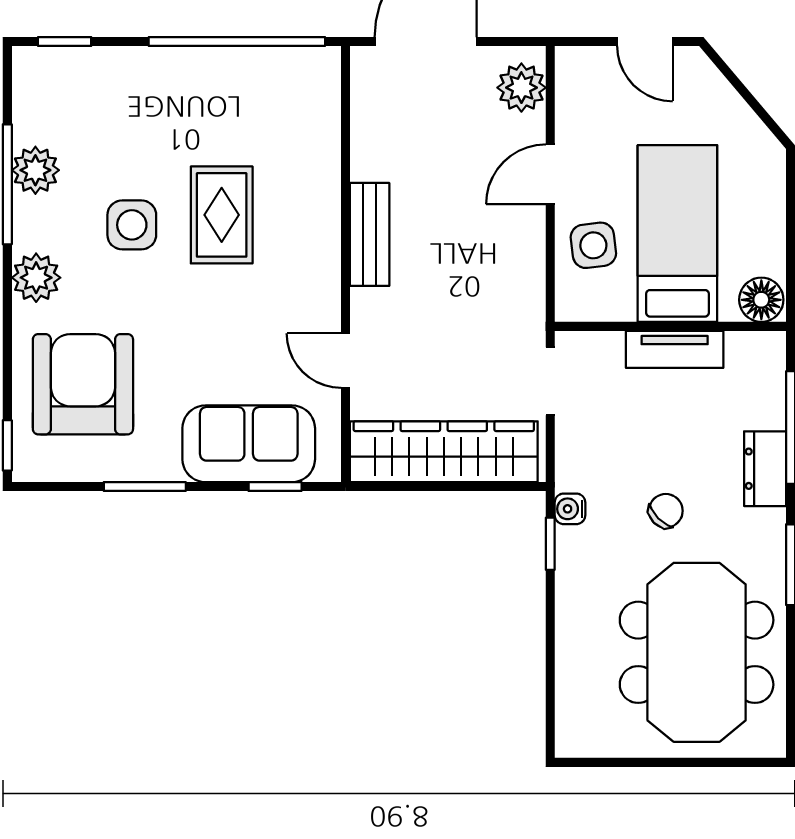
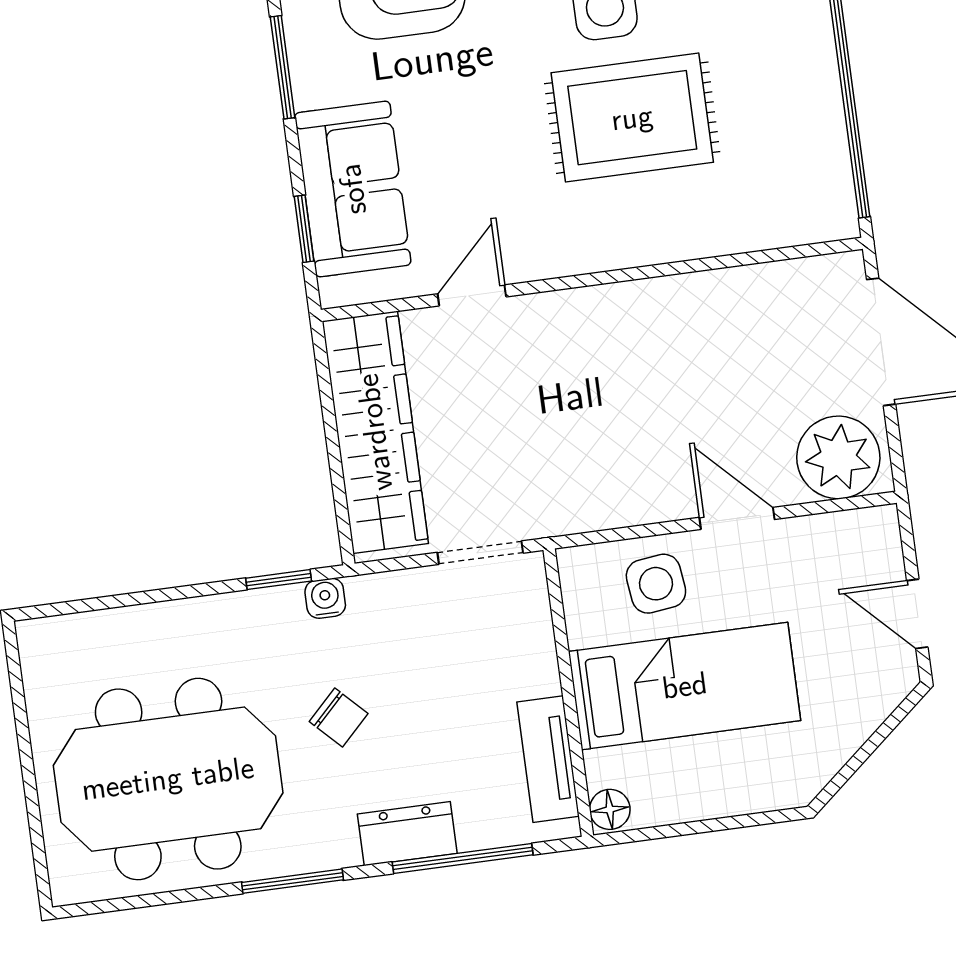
door: (645, 41) -> (917, 614), hinge flipped
plant: (521, 88) -> (838, 457), width x1.36, depth x1.36
rug: (222, 215) -> (632, 118), width x1.36, depth x1.43
bench: (370, 234) -> (632, 304), removed
floor lamp: (761, 300) -> (610, 809), width x0.73, depth x0.73
tv unit: (675, 349) -> (548, 759), moved

